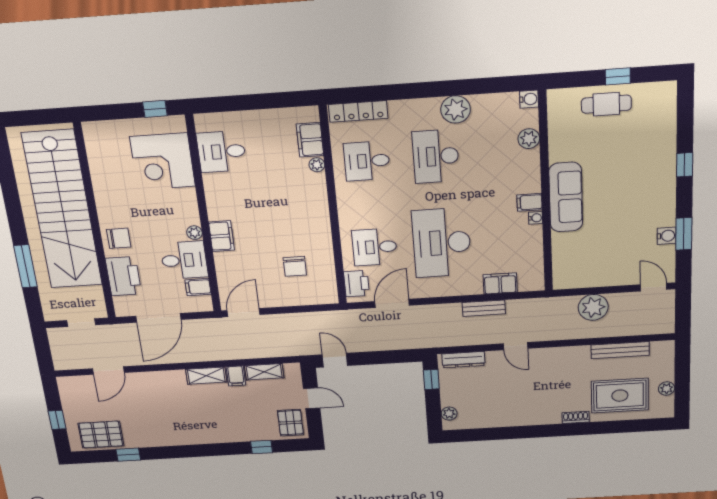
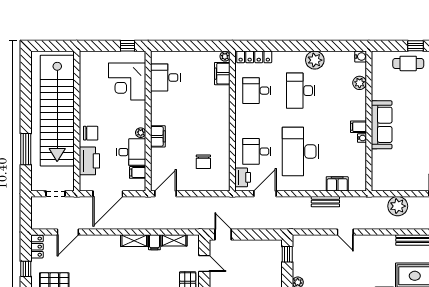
plant: (317, 165) -> (225, 56), moved
dresser: (463, 360) -> (310, 240), removed
locker: (68, 392) -> (37, 247), added

